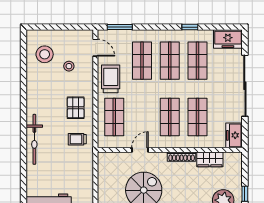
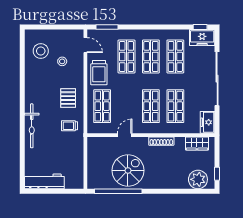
window: (190, 27) -> (200, 27), moved
trolley: (111, 79) -> (99, 73), turned 180
wardrobe: (210, 159) -> (197, 143), moved

